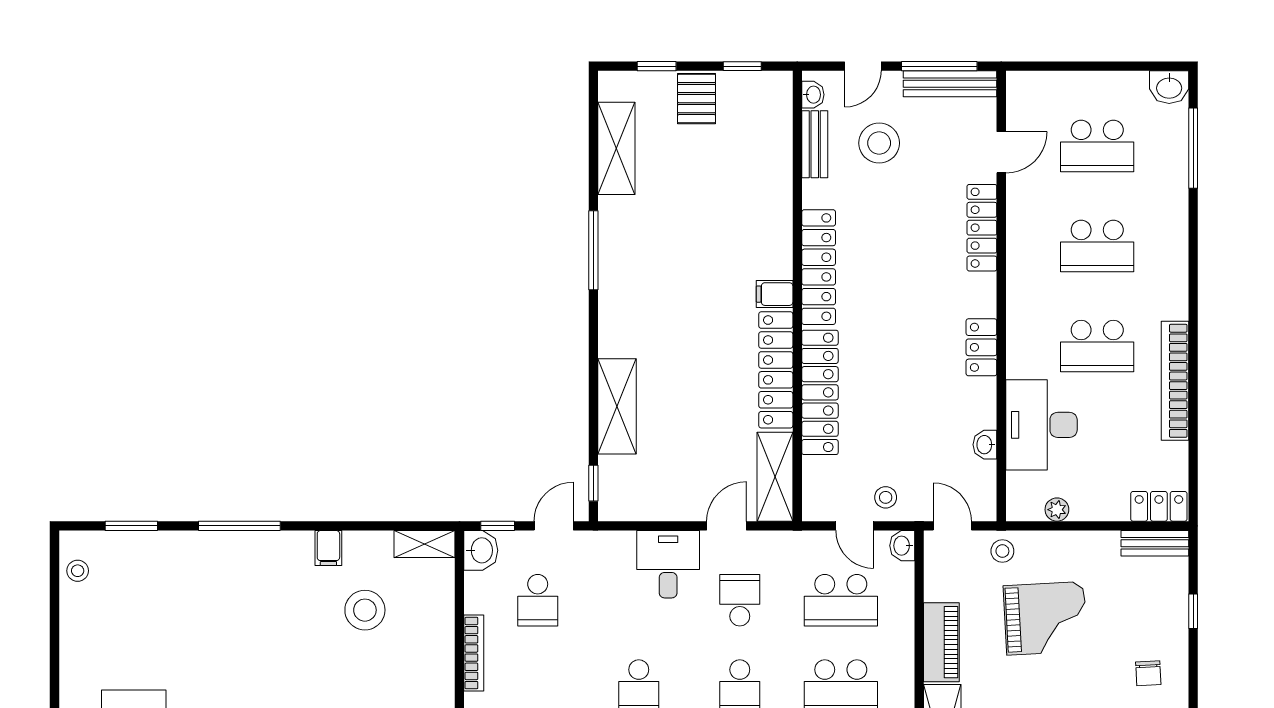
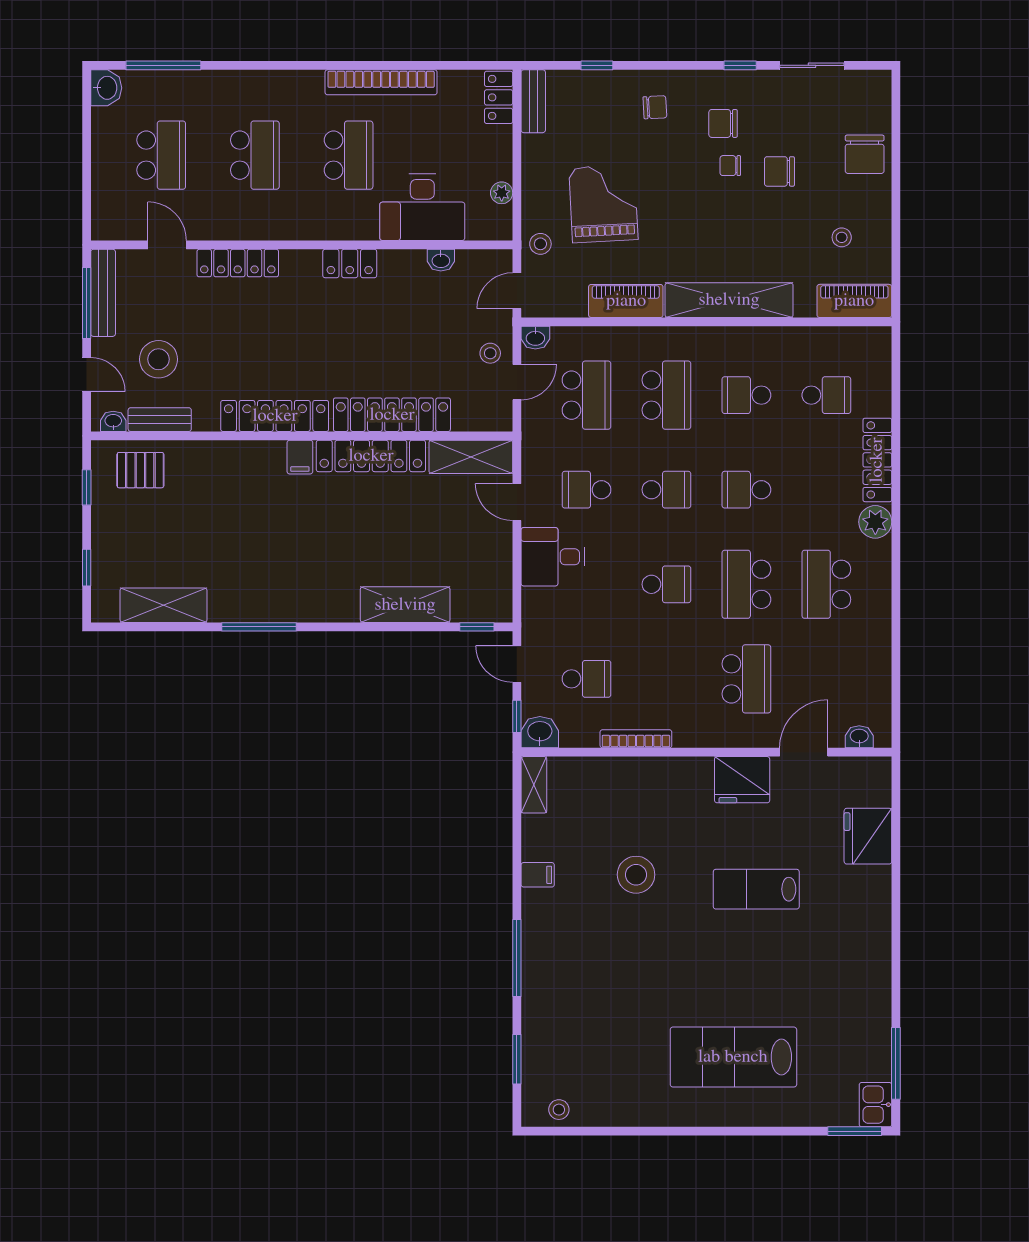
pallet: (697, 99) -> (140, 470), moved
stool: (365, 610) -> (636, 875), moved

